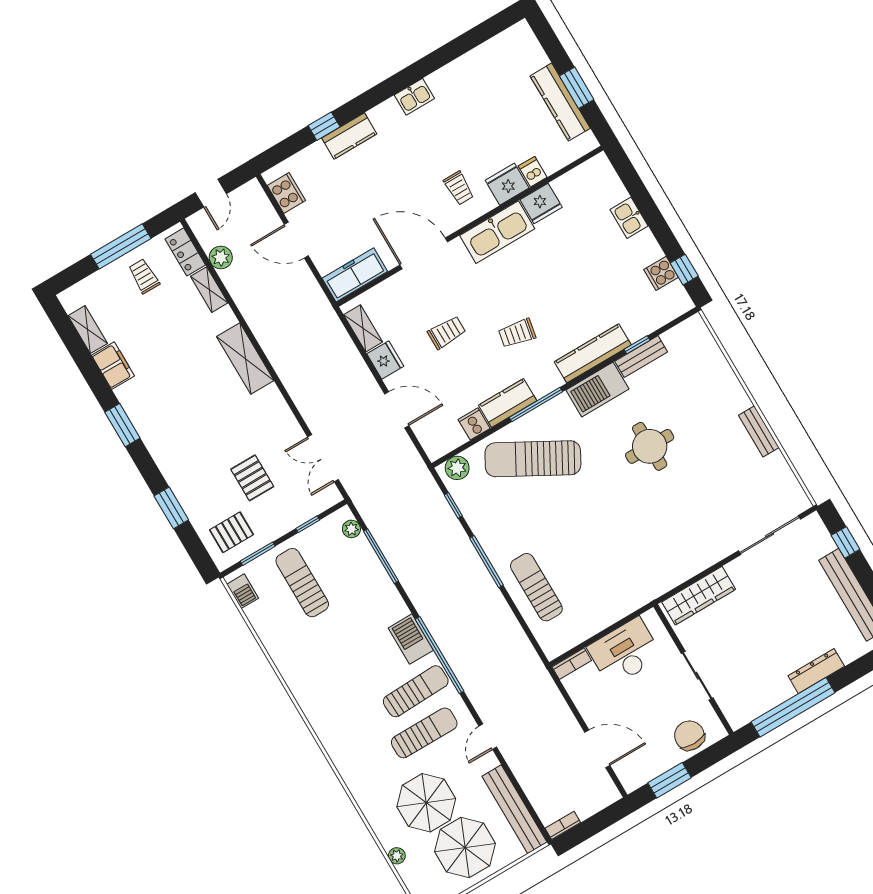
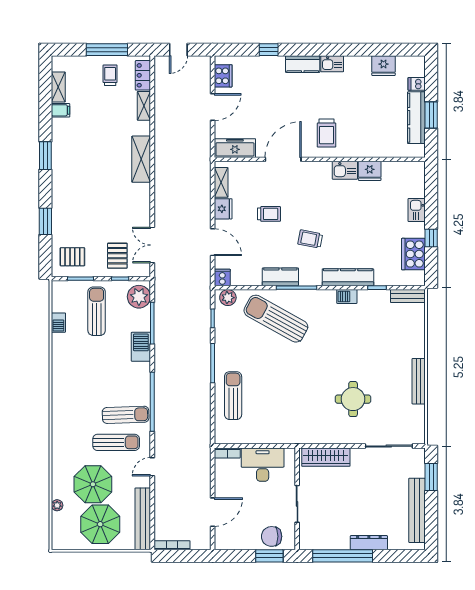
kitchen counter: (349, 136) -> (303, 64), moved
dishwasher: (533, 172) -> (417, 84), moved, turned -90
fridge: (507, 184) -> (384, 66), moved, turned 180
trolley: (459, 188) -> (327, 133), width x1.36, depth x1.39
kitchen sink: (497, 232) -> (345, 170), width x0.53, depth x0.81
door: (296, 240) -> (213, 107), swing flipped
door: (424, 253) -> (283, 159), hinge flipped
plant: (221, 257) -> (162, 91), removed
window: (684, 270) -> (431, 238), moved
cooker: (661, 273) -> (413, 254), width x1.87, depth x1.31
bench: (641, 357) -> (408, 296), moved
filing cabinet: (113, 366) -> (61, 110), width x0.50
barbecue: (597, 390) -> (347, 297), width x0.53, depth x0.65
cooker: (474, 424) -> (222, 277), moved
bench: (759, 431) -> (419, 381), width x1.36
round table: (650, 446) -> (353, 399), moved
pallet: (252, 478) -> (117, 256), moved
plant: (351, 529) -> (139, 297), width x1.88, depth x1.88
window: (846, 542) -> (431, 477), width x1.50
barbecue: (243, 591) -> (58, 323), moved
barbecue: (411, 639) -> (141, 347), moved
chair: (689, 736) -> (272, 536), turned -90
door: (597, 749) -> (213, 512), hinge flipped
window: (669, 780) -> (269, 556), moved
bookcase: (563, 825) -> (172, 545), width x1.56

